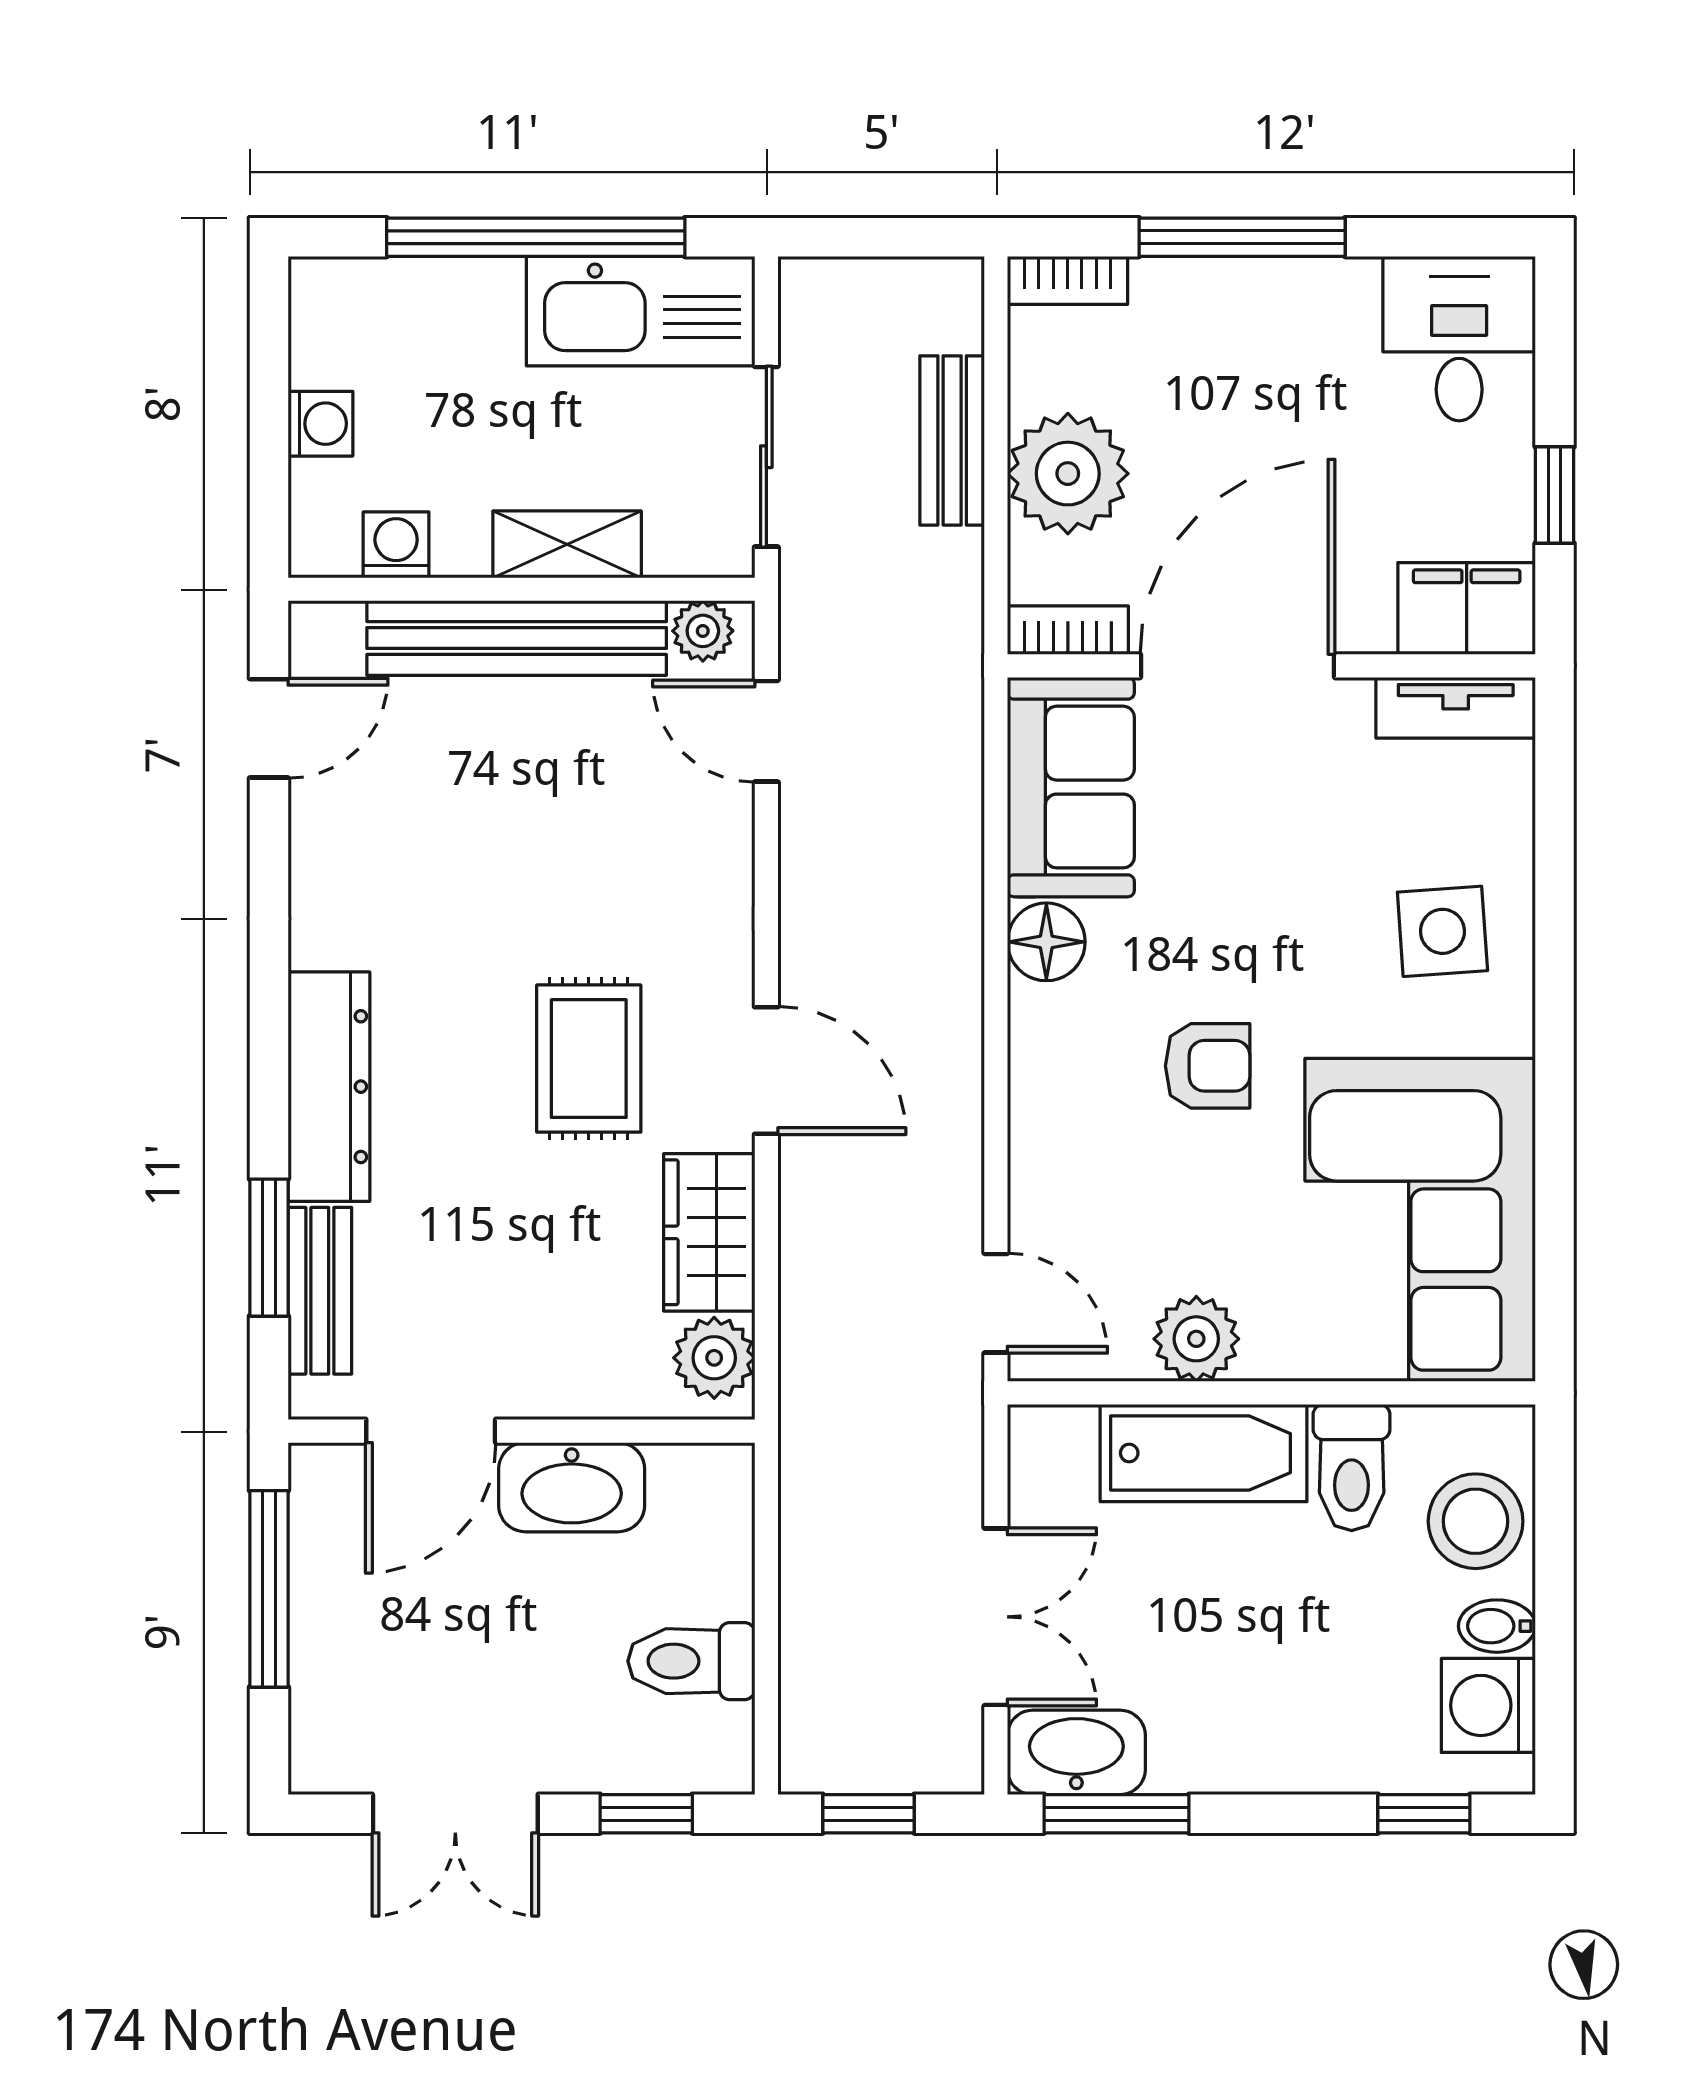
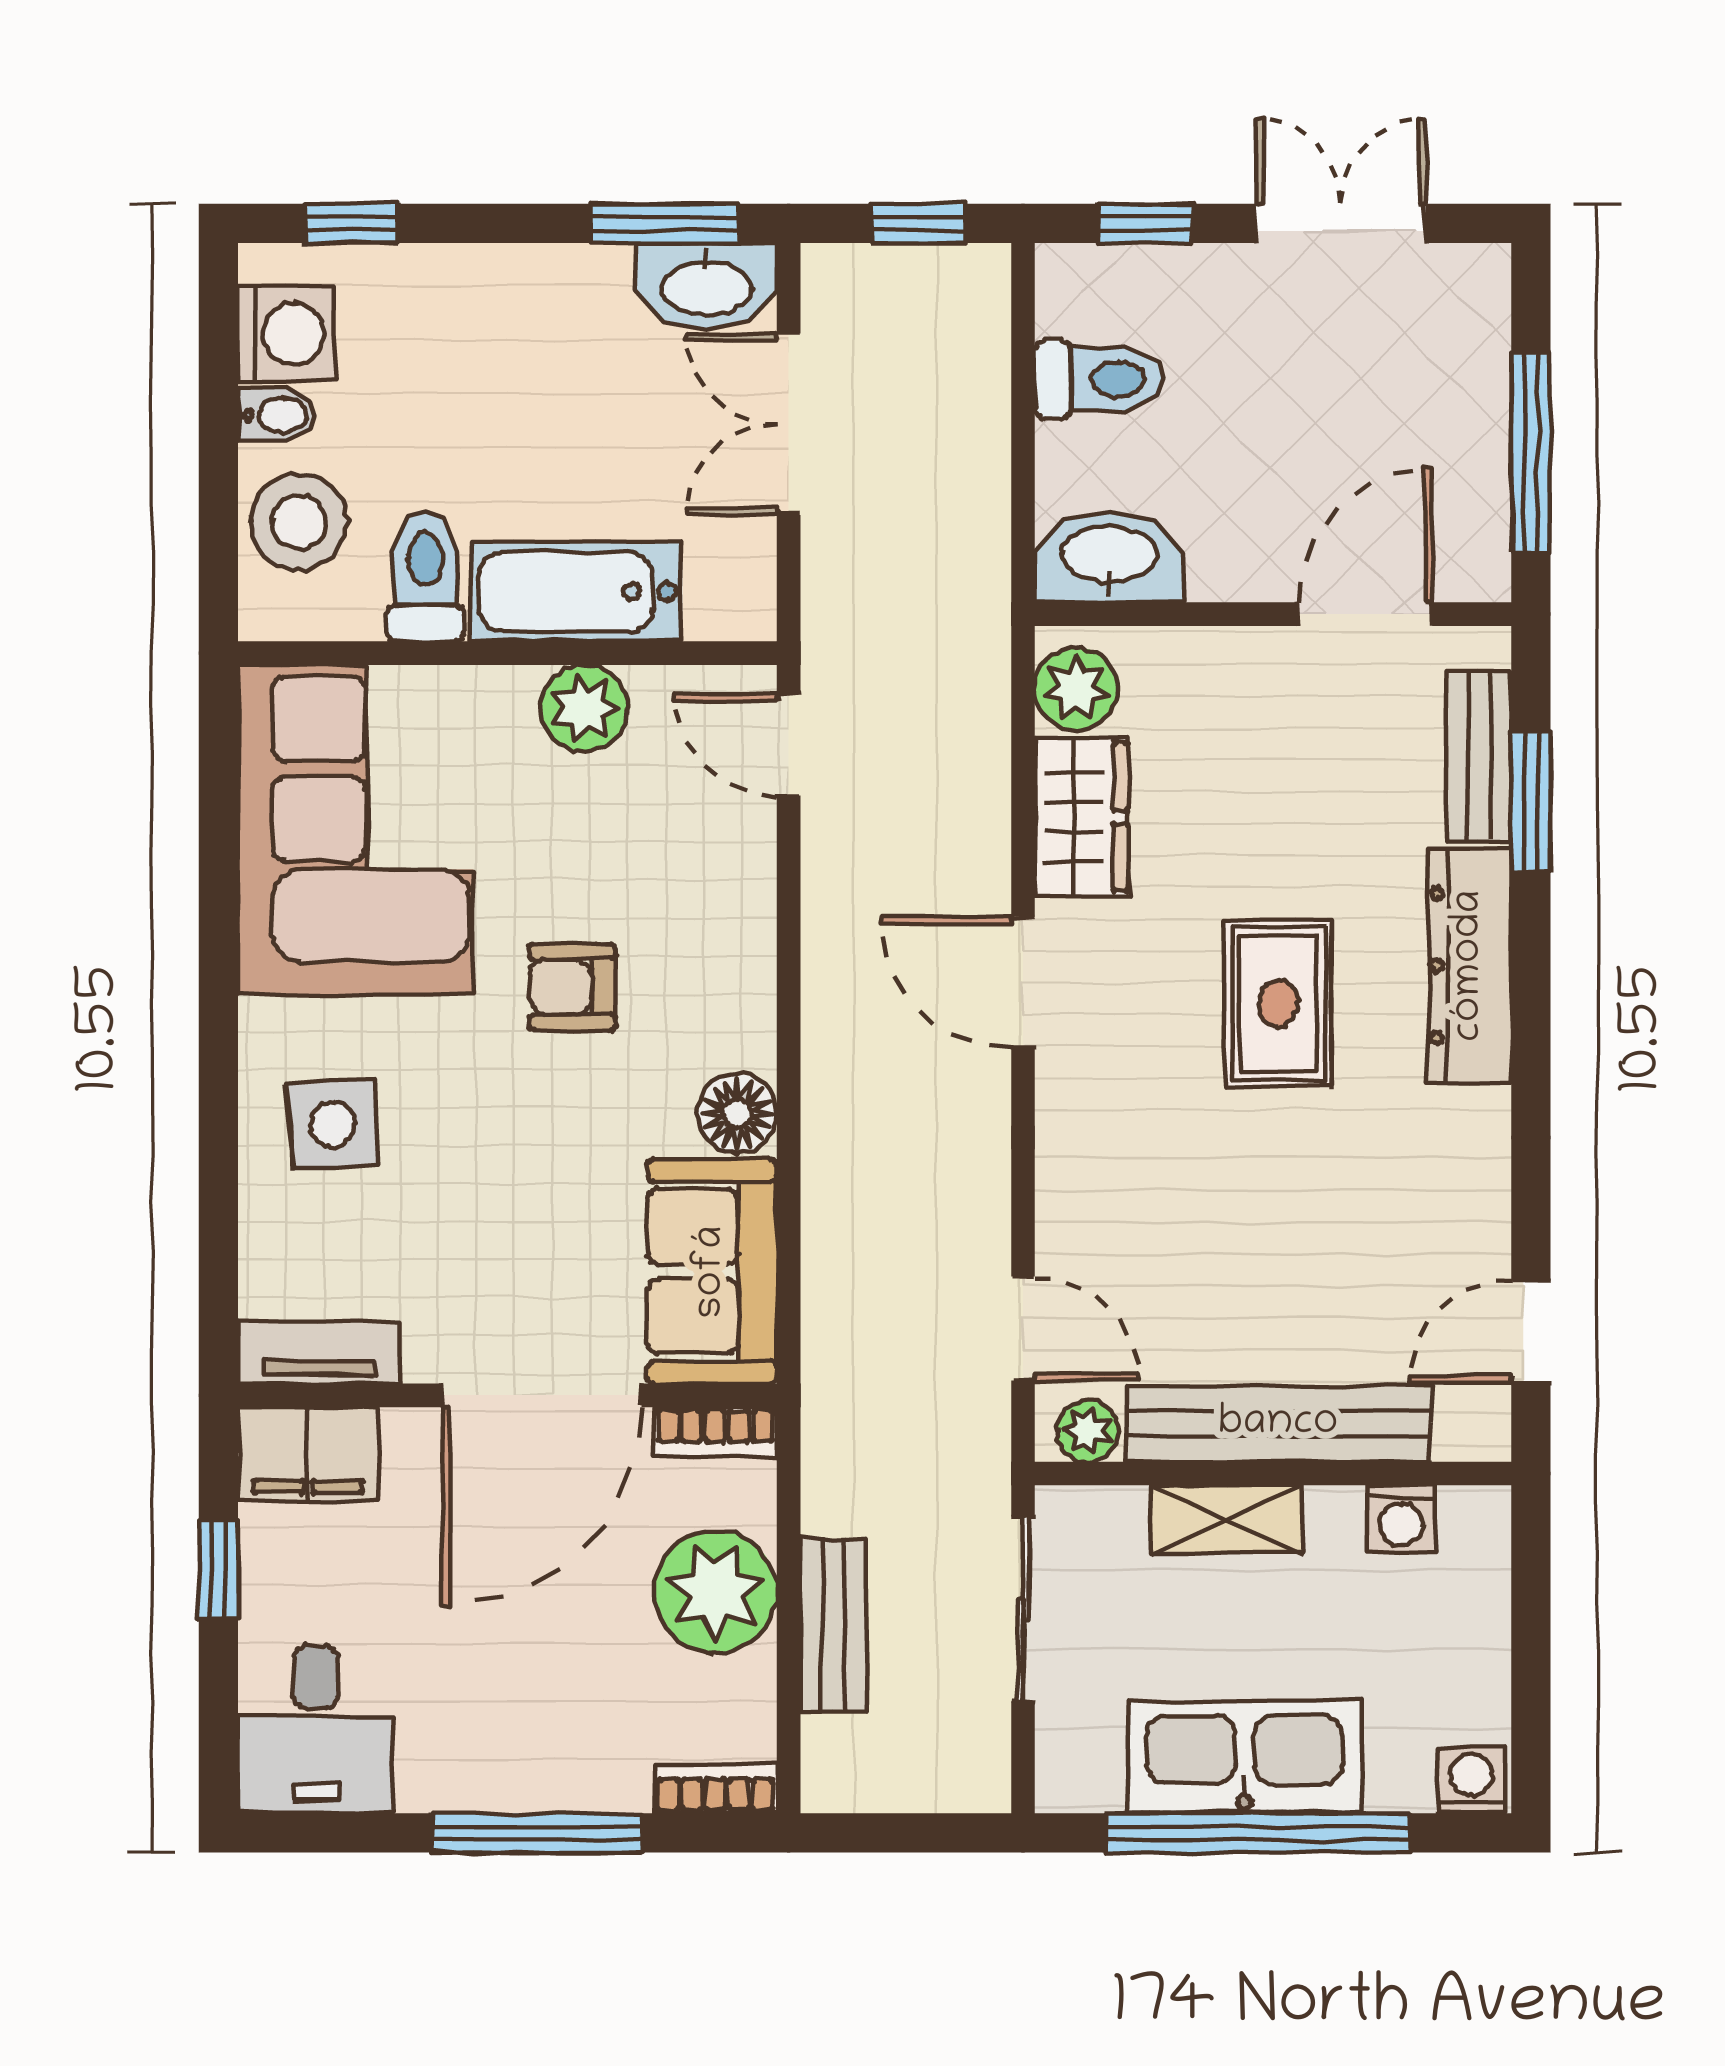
kitchen sink: (641, 311) -> (1245, 1757), moved
washing machine: (320, 424) -> (1471, 1780), moved, turned 90
rug: (589, 1059) -> (1278, 1004), moved
washbasin: (572, 1487) -> (1109, 557), moved

